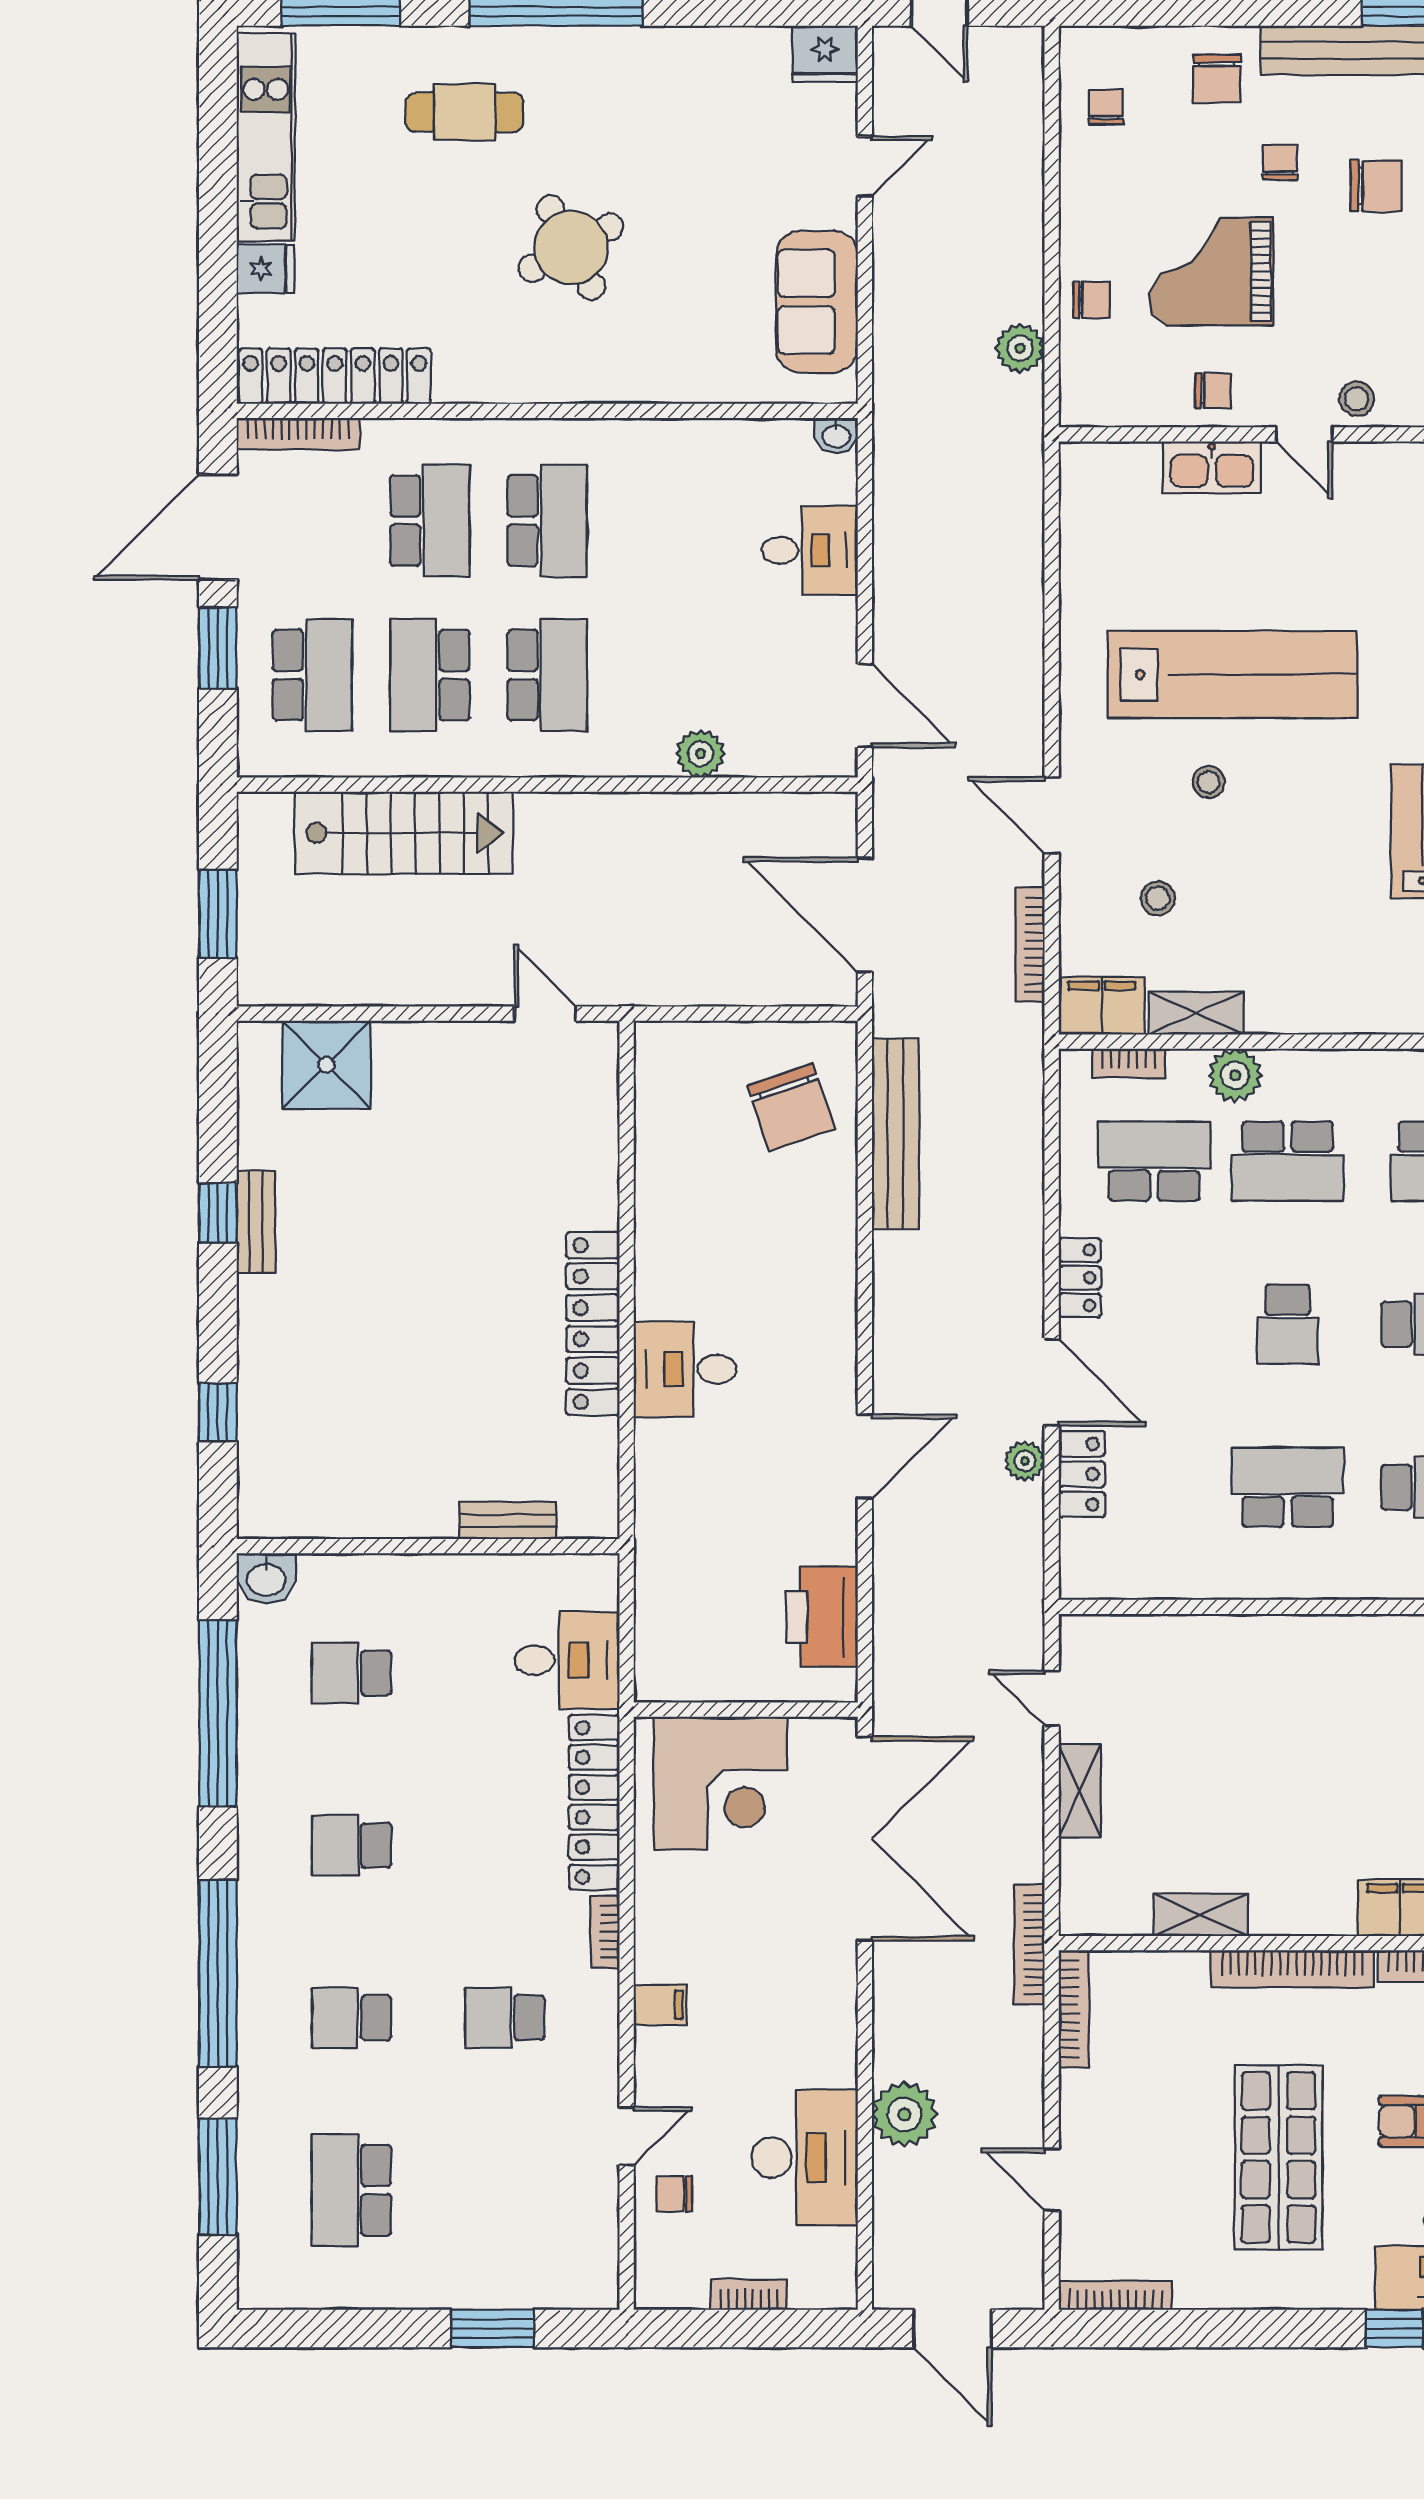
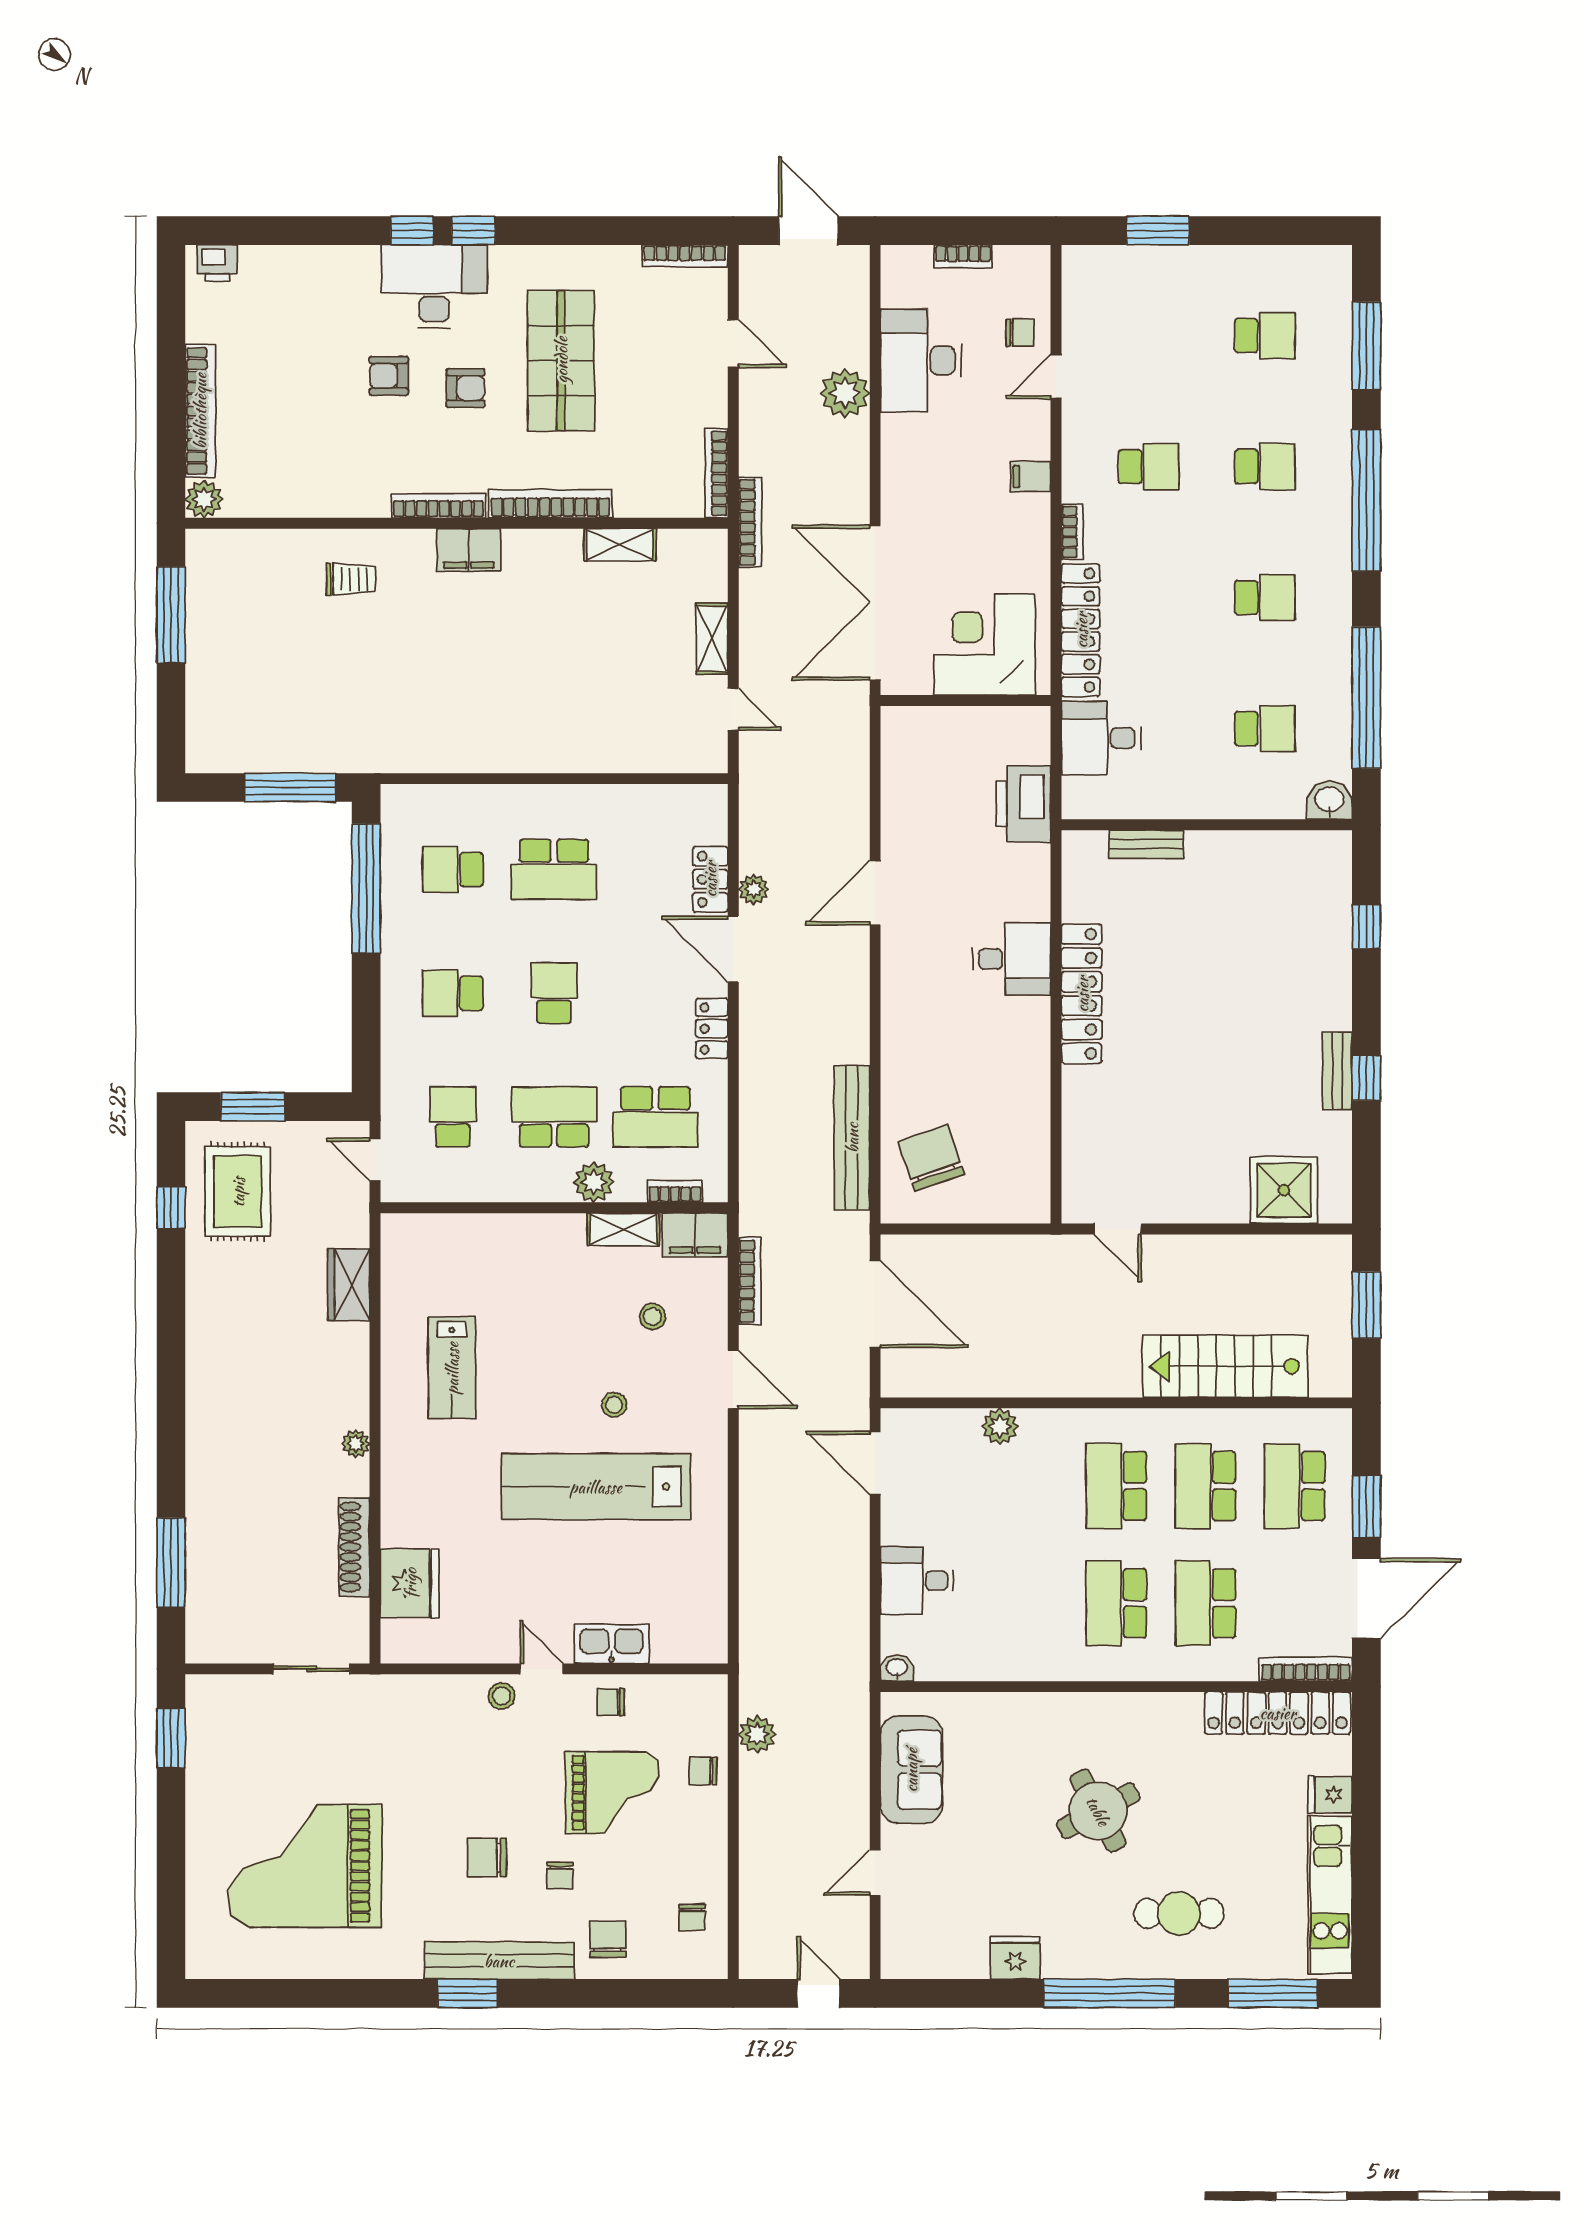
fridge: (825, 54) -> (1015, 1958), moved
school desk: (430, 675) -> (1205, 1486), turned 180
printer: (822, 1617) -> (1023, 804), moved, turned 180
school desk: (352, 2190) -> (1265, 336), width x0.54

